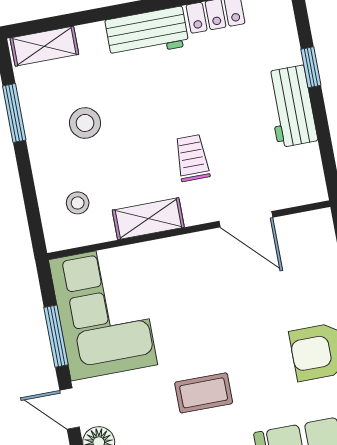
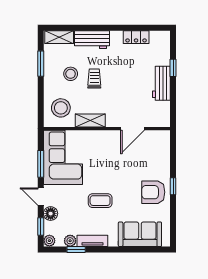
workbench: (147, 33) -> (92, 40), moved
trolley: (192, 158) -> (94, 79), moved
stool: (78, 203) -> (61, 108), width x1.89, depth x1.89
door: (246, 219) -> (133, 129), hinge flipped

